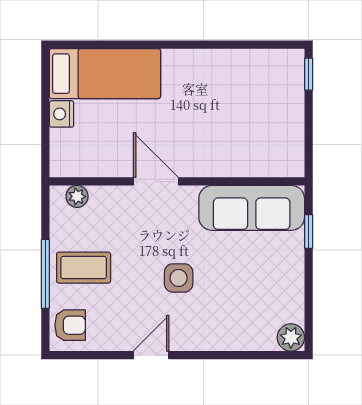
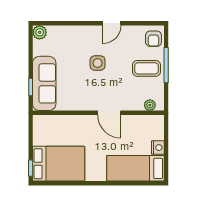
bed: (254, 83) -> (59, 164), added
sofa: (252, 208) -> (44, 83), moved, turned 90
armchair: (70, 325) -> (153, 39), turned -90

